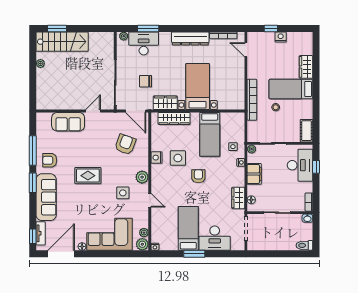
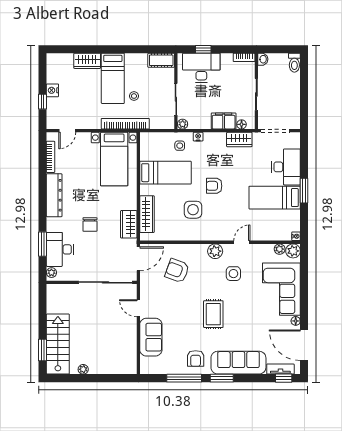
chair: (146, 81) -> (90, 224), moved
bed with nightstands: (198, 87) -> (114, 159), moved, turned -90
nightstand: (157, 158) -> (192, 234), removed
filing cabinet: (254, 174) -> (224, 121), moved

